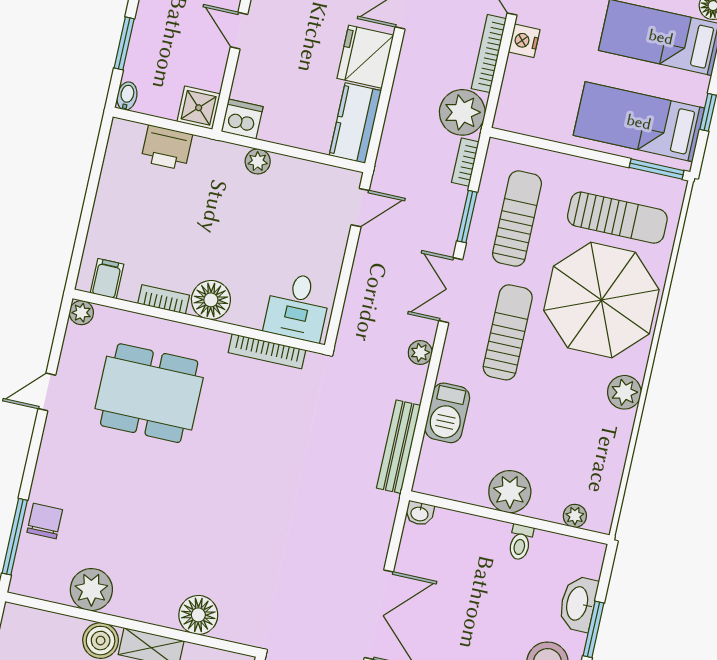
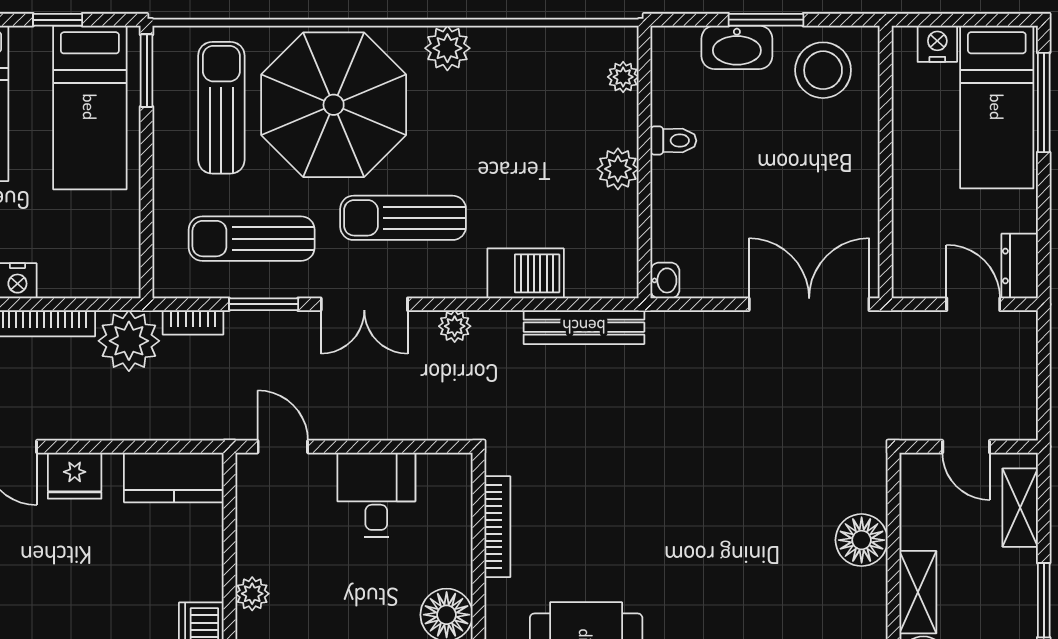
fridge: (365, 57) -> (75, 476), width x0.73, depth x0.75
desk: (298, 307) -> (376, 495), moved, turned -90
plant: (510, 492) -> (618, 169), width x0.73, depth x0.73

